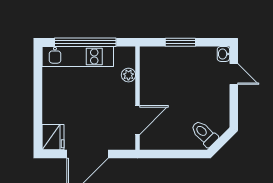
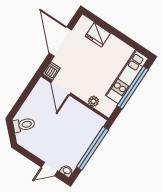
window: (180, 42) -> (92, 148), width x2.11
fridge: (53, 137) -> (98, 35), moved
dishwasher: (126, 142) -> (52, 71), added

